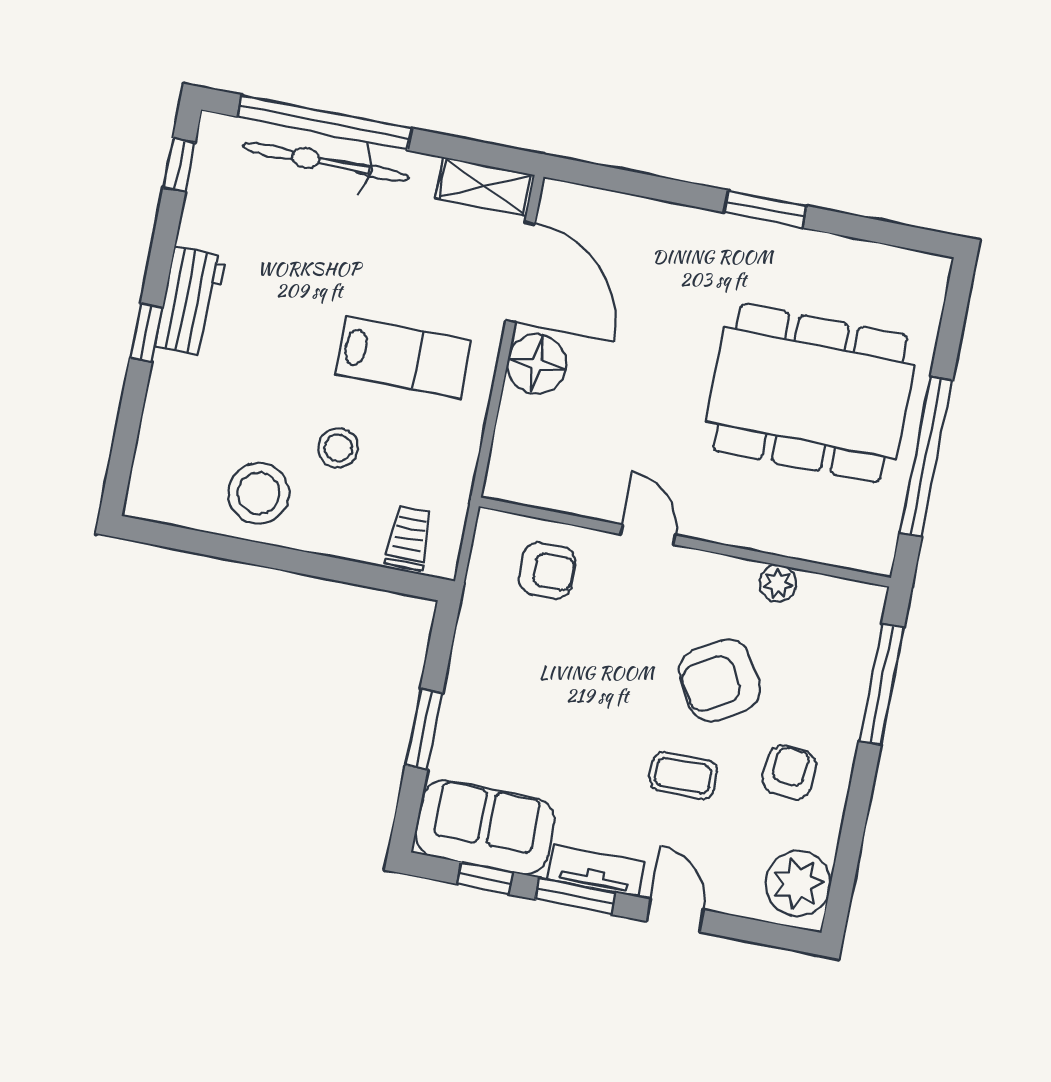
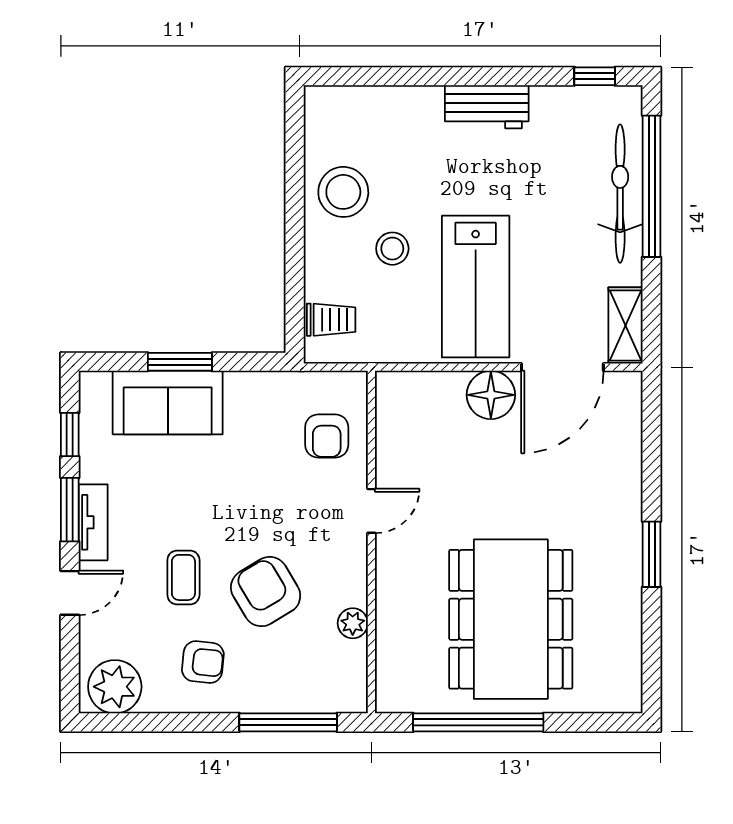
window: (146, 333) -> (455, 76), removed
lab bench: (403, 357) -> (476, 287), width x1.36, depth x1.39
sofa: (485, 828) -> (168, 403), moved, turned 90

